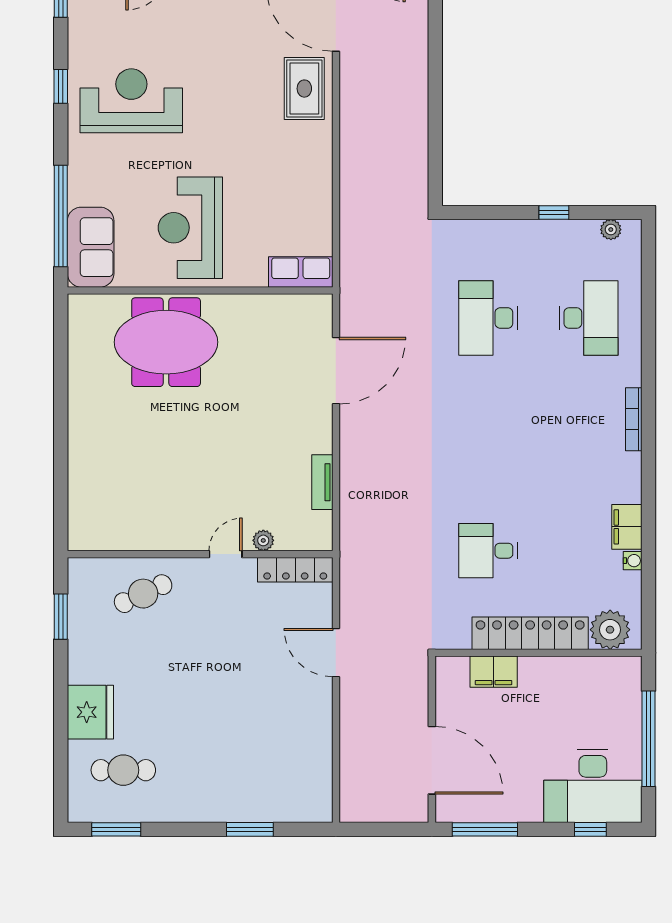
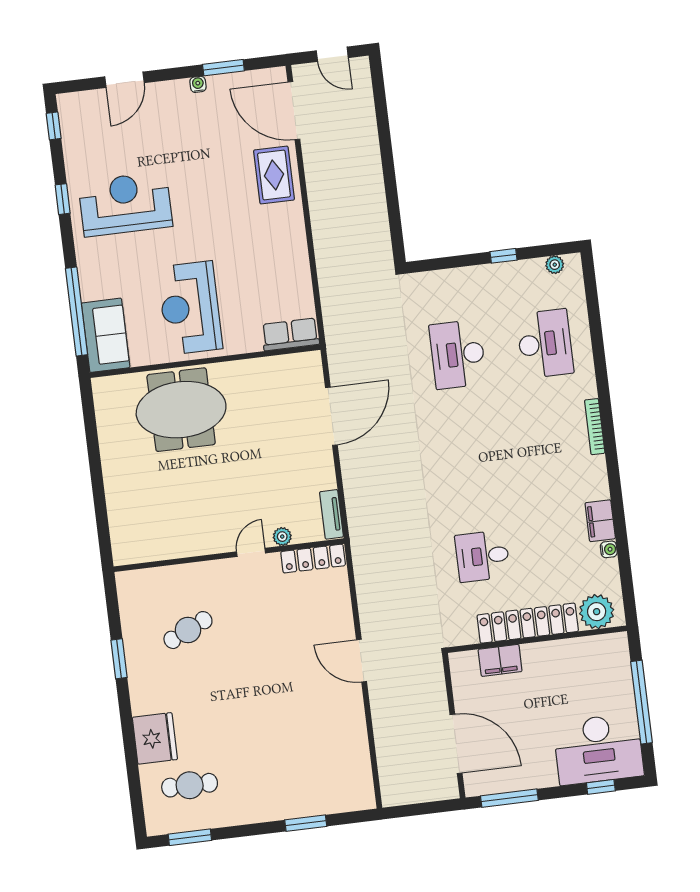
plant: (263, 540) -> (282, 537), moved
wall: (200, 554) -> (229, 555), moved
door: (226, 554) -> (251, 552), moved
locker: (295, 570) -> (313, 559), moved

